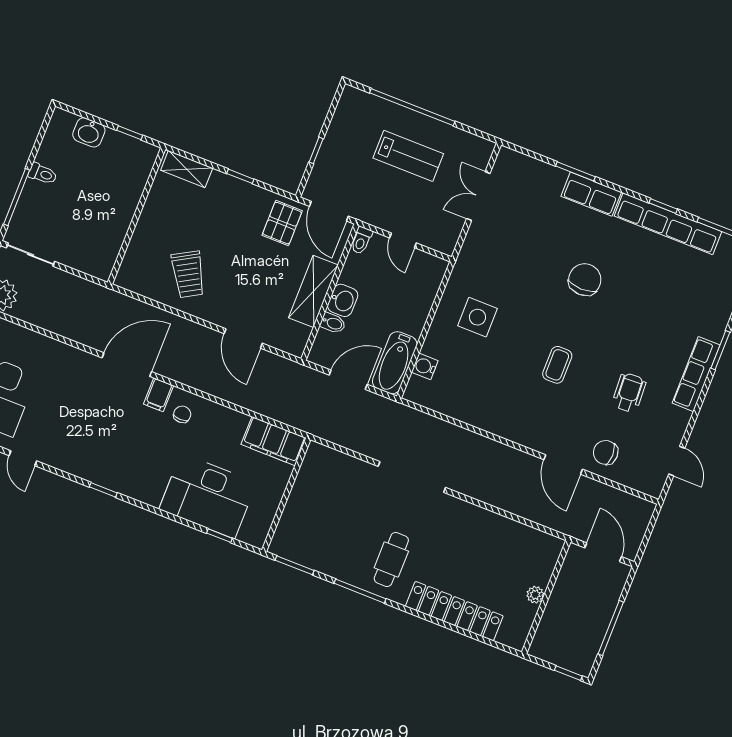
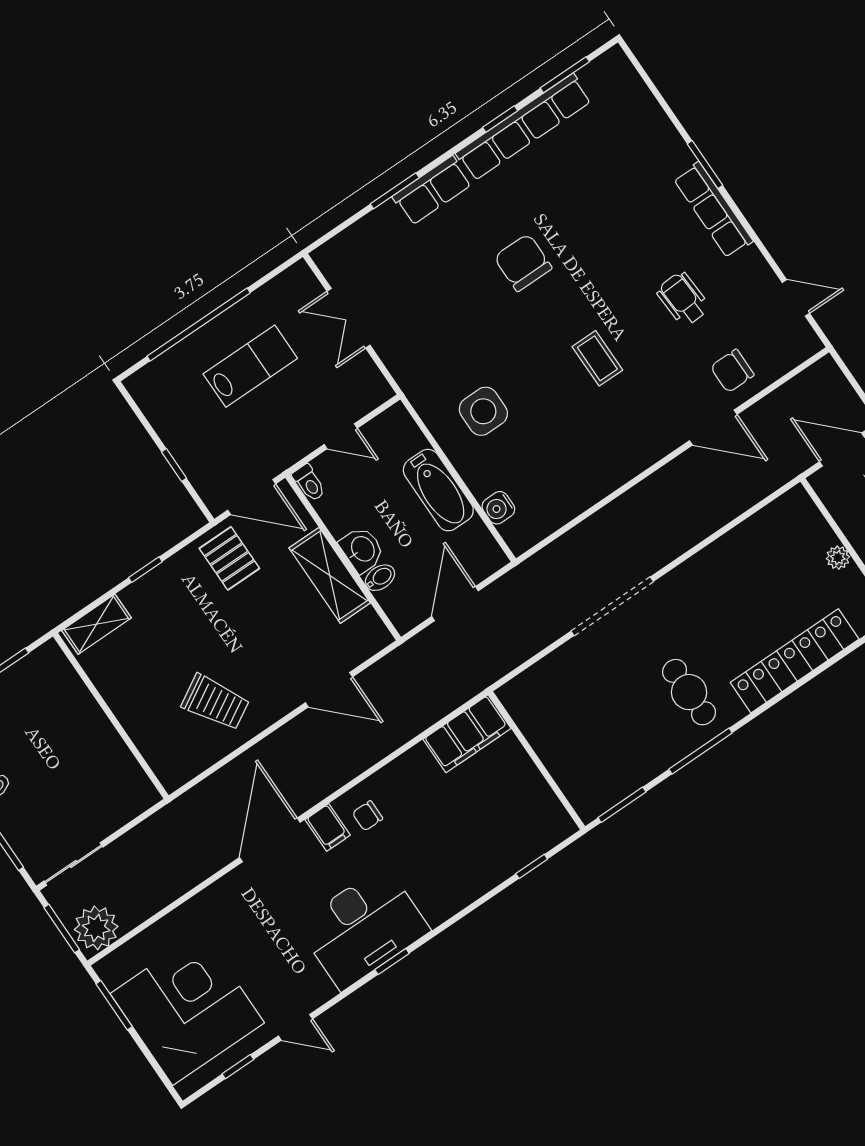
bathtub: (395, 363) -> (438, 490), moved
chair: (182, 414) -> (368, 816), turned -90
desk: (208, 496) -> (363, 928), moved

